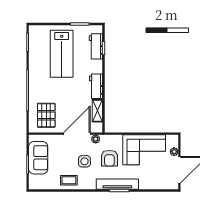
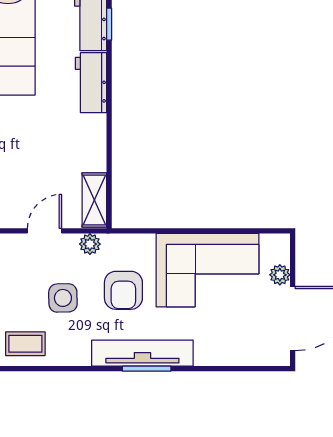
workbench: (96, 86) -> (91, 83), moved
shelving: (97, 111) -> (94, 200), moved
door: (77, 134) -> (44, 231), width x0.53

